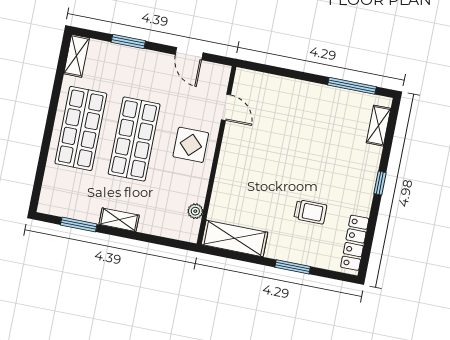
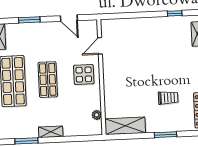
window: (352, 86) -> (175, 13), width x0.46
door: (226, 107) -> (100, 46), swing flipped
shop shelf: (134, 139) -> (48, 80), width x0.70, depth x0.74

